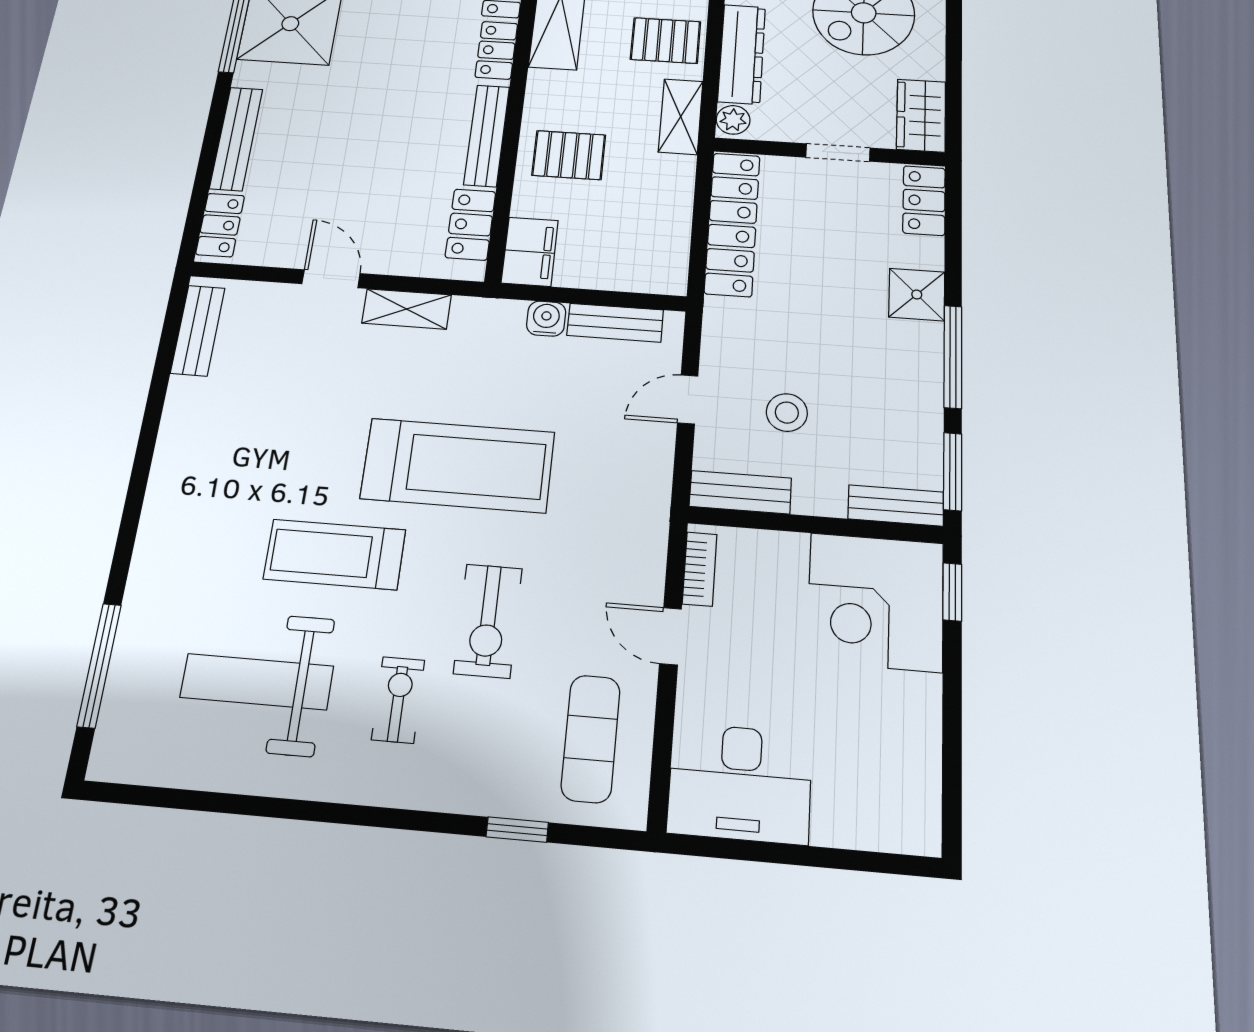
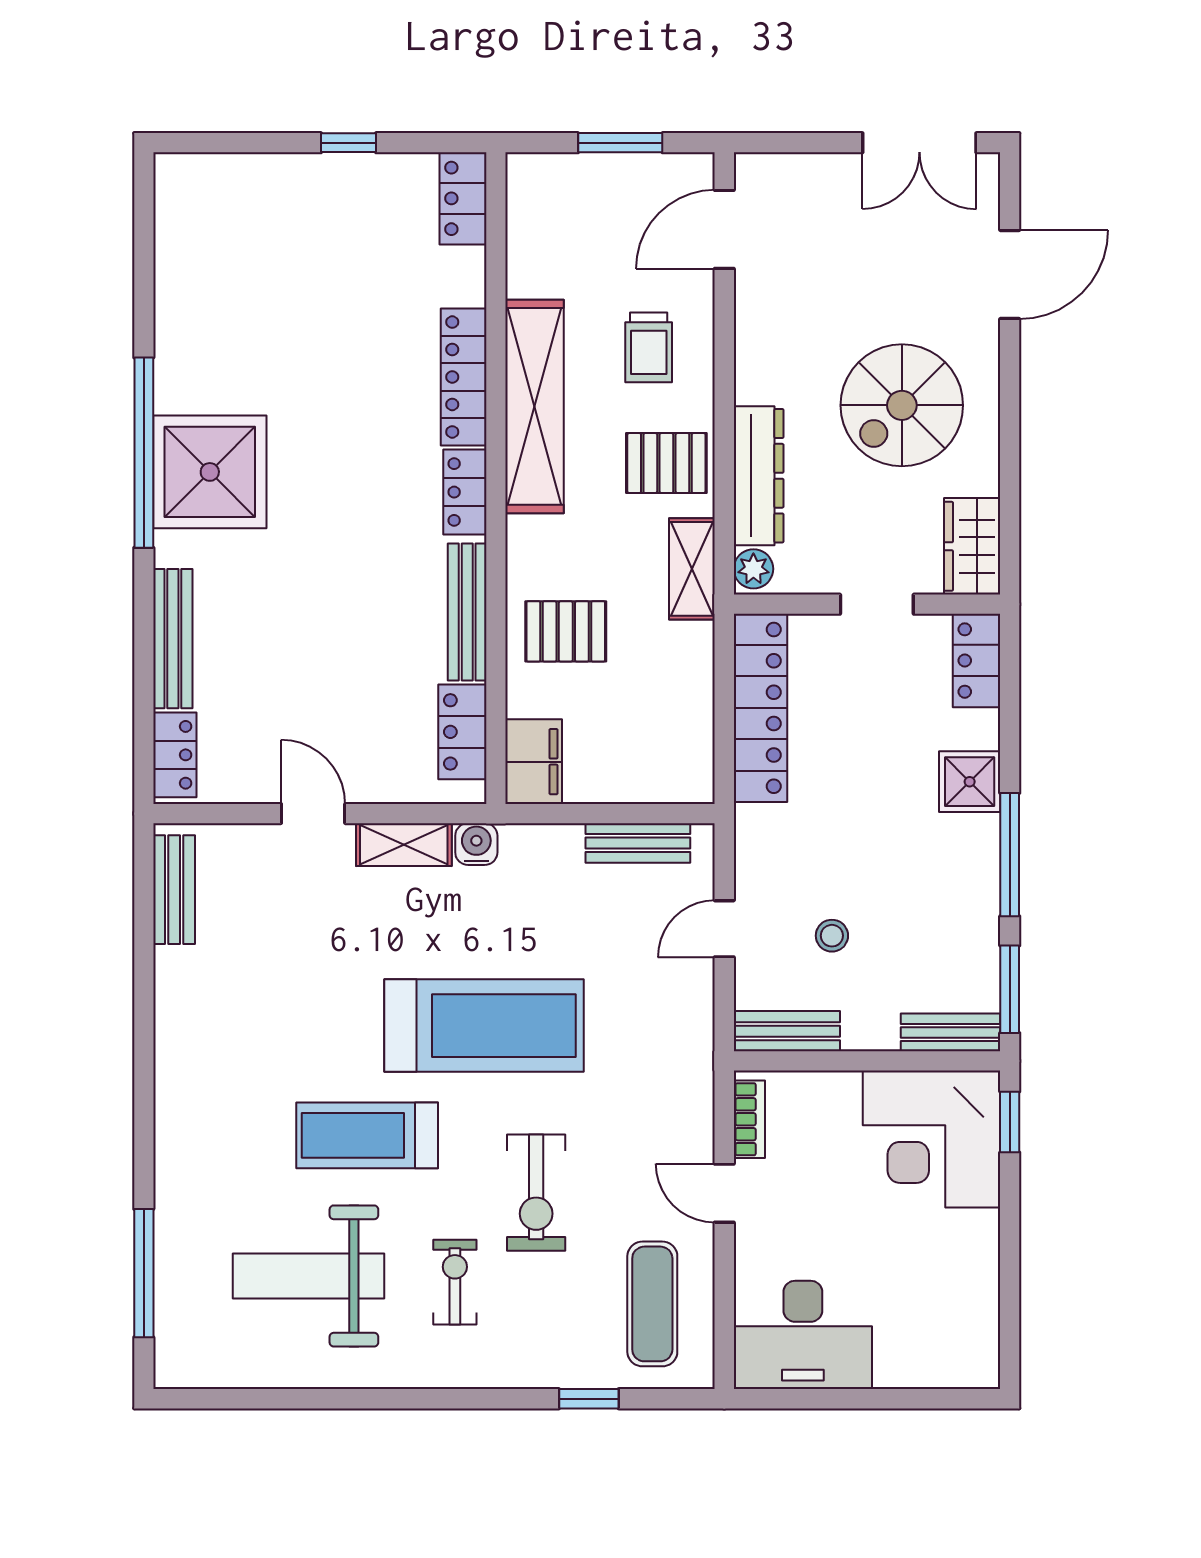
water cooler: (546, 319) -> (476, 844), moved
stool: (787, 412) -> (832, 936), width x0.73, depth x0.73

